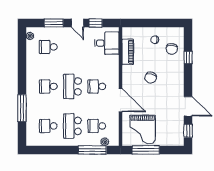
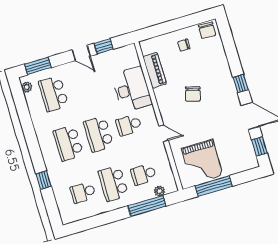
window: (54, 23) -> (38, 66), moved
desk: (107, 43) -> (132, 89), moved, width x1.37
school desk: (48, 47) -> (54, 94), width x1.85
chair: (172, 49) -> (207, 30), moved
window: (188, 57) -> (241, 84), moved
school desk: (48, 86) -> (68, 143), width x1.85
door: (120, 100) -> (164, 133), width x0.53
window: (22, 108) -> (44, 180), width x0.46

